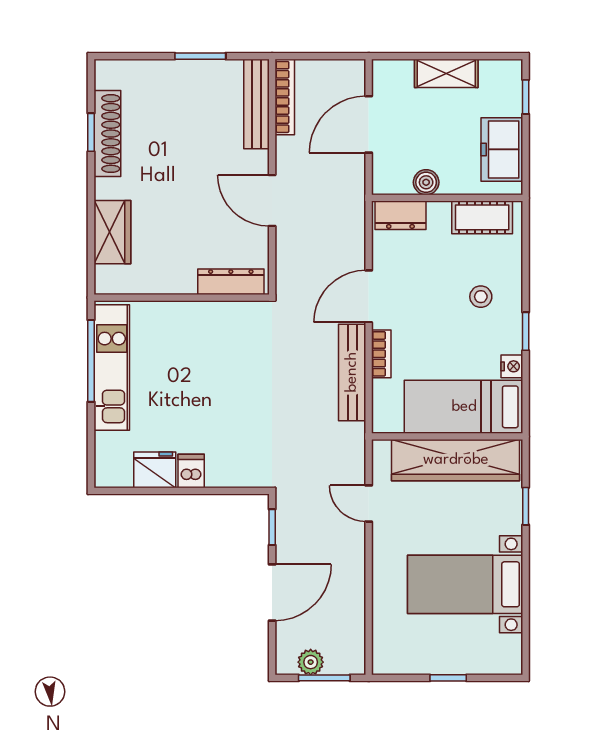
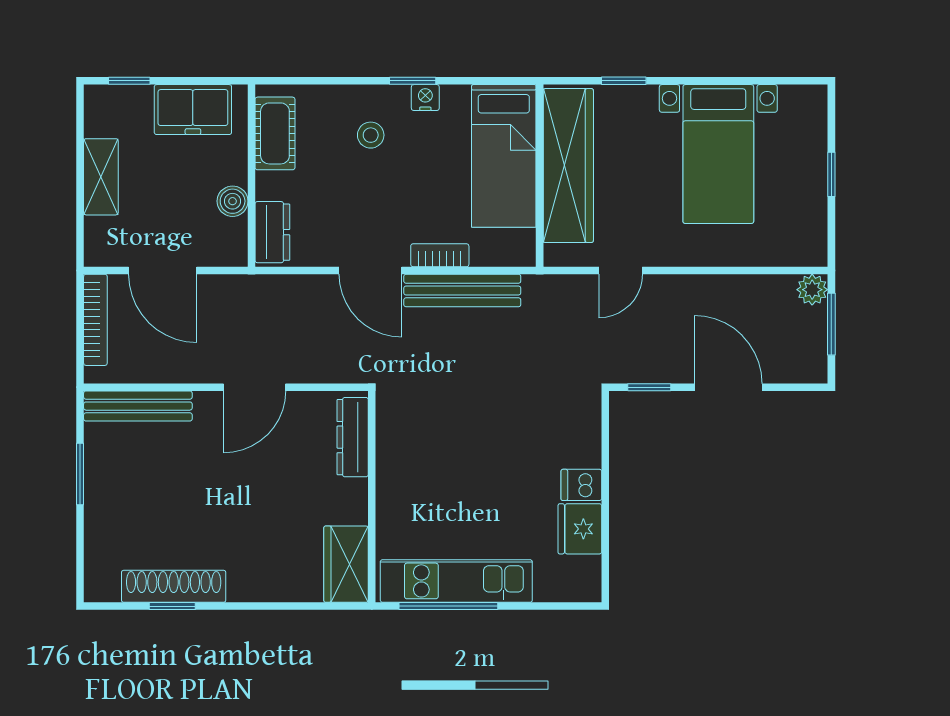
bookcase: (285, 97) -> (95, 320), moved, turned 90
wardrobe: (112, 232) -> (346, 564), moved, turned -90
nightstand: (512, 366) -> (425, 98), moved
plant: (311, 662) -> (812, 290), moved

